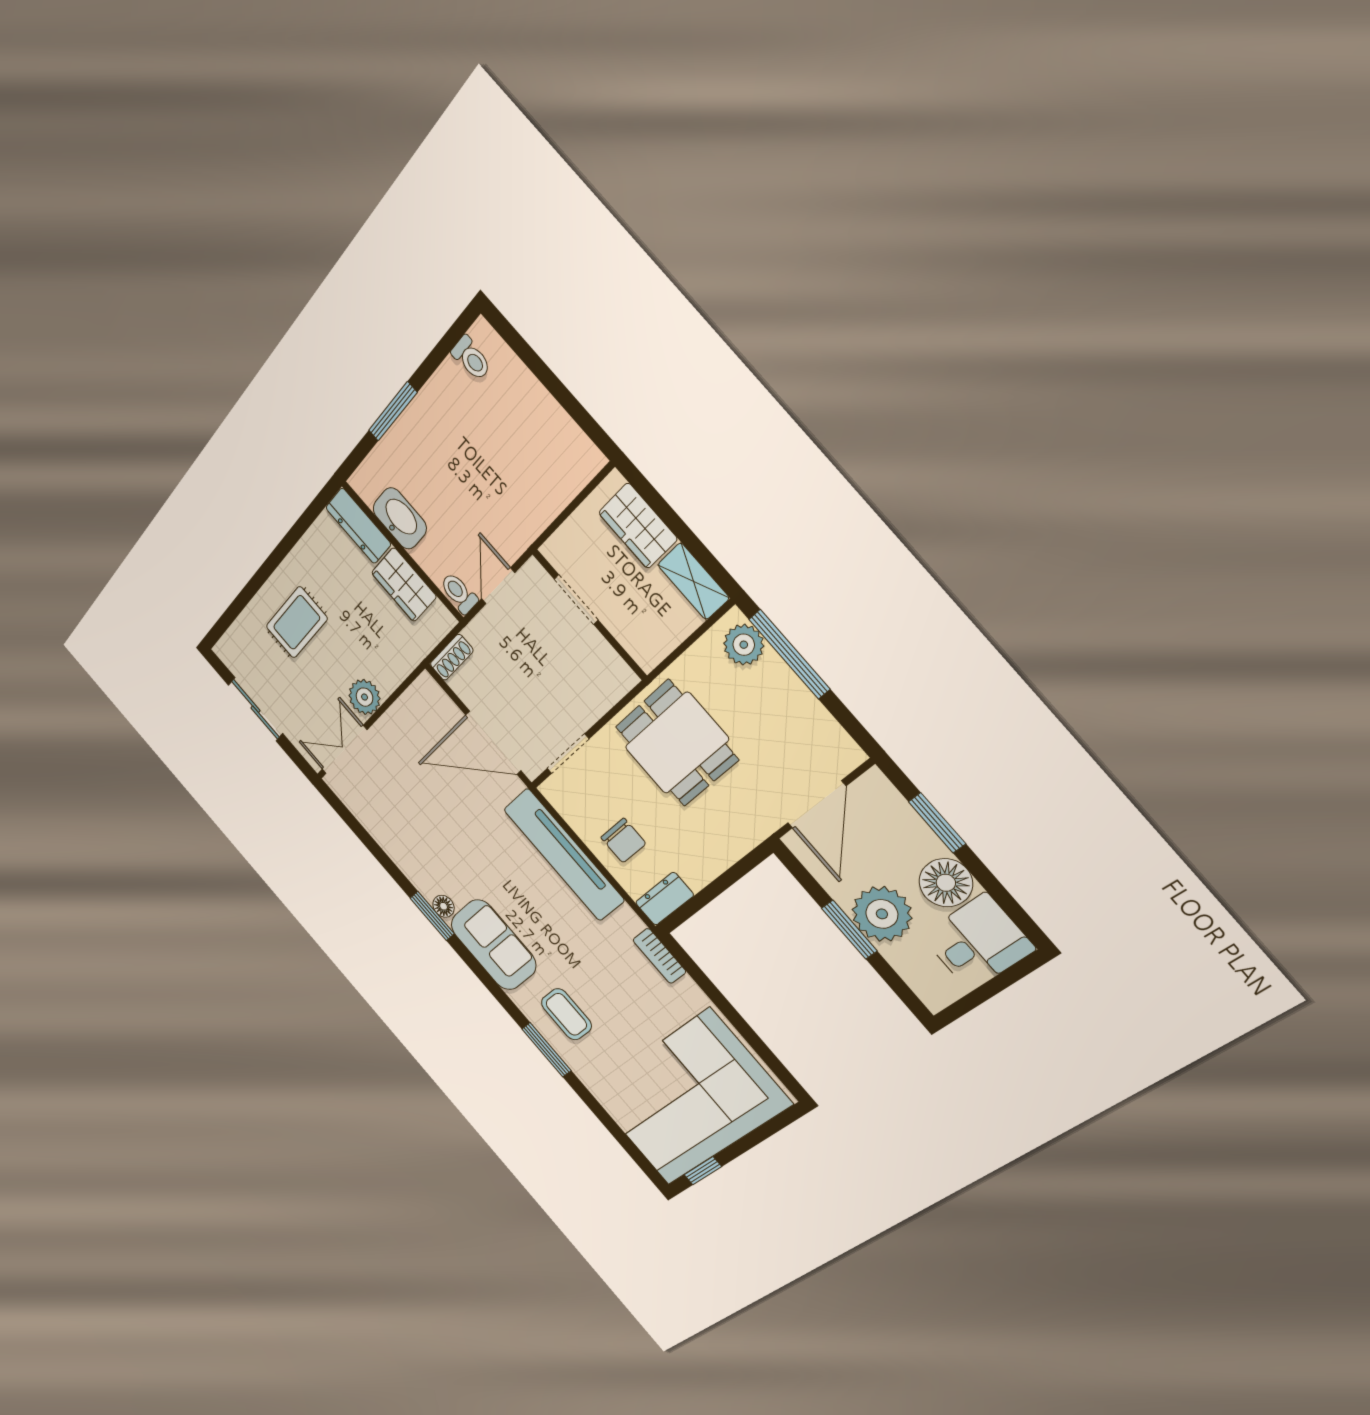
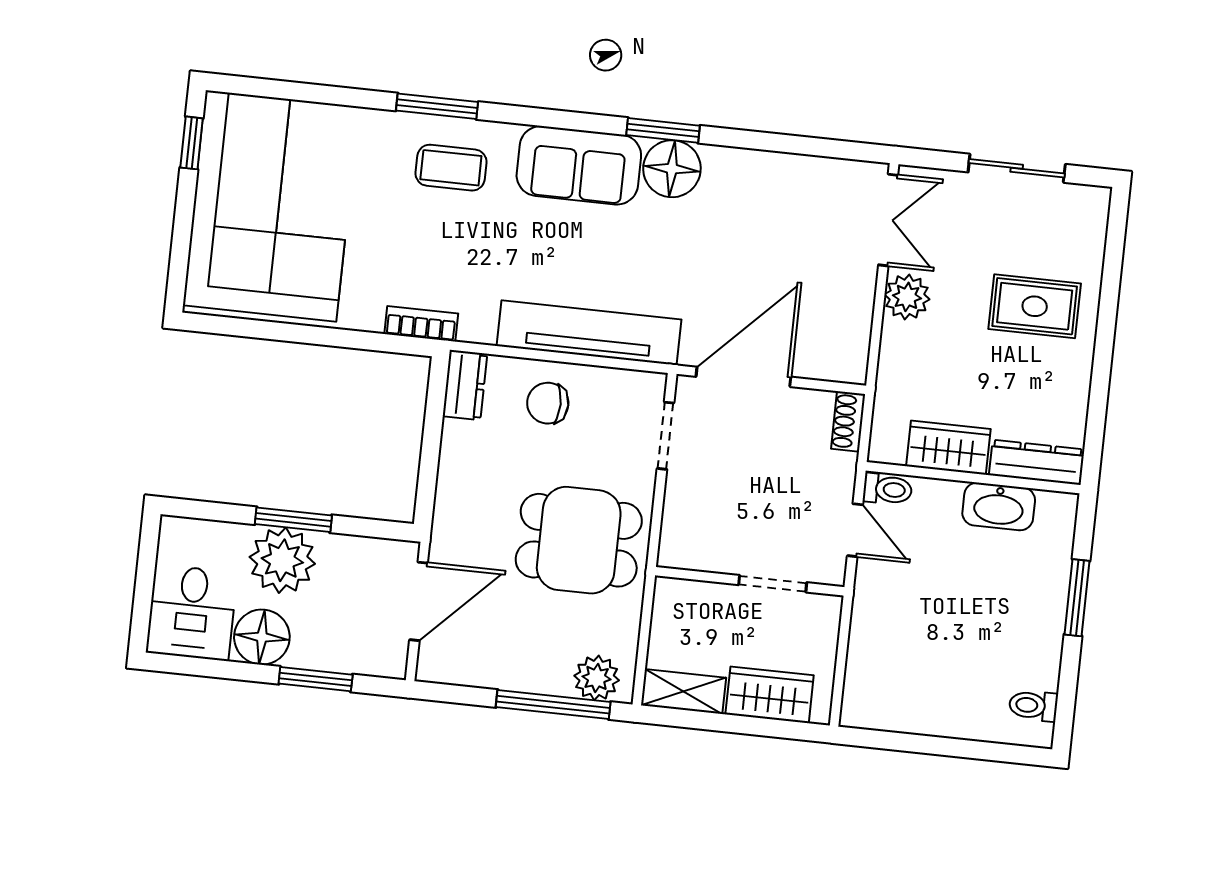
rug: (297, 622) -> (1035, 306), turned 90
door: (817, 805) -> (419, 601), swing flipped
floor lamp: (444, 906) -> (672, 169), width x1.89, depth x1.89

